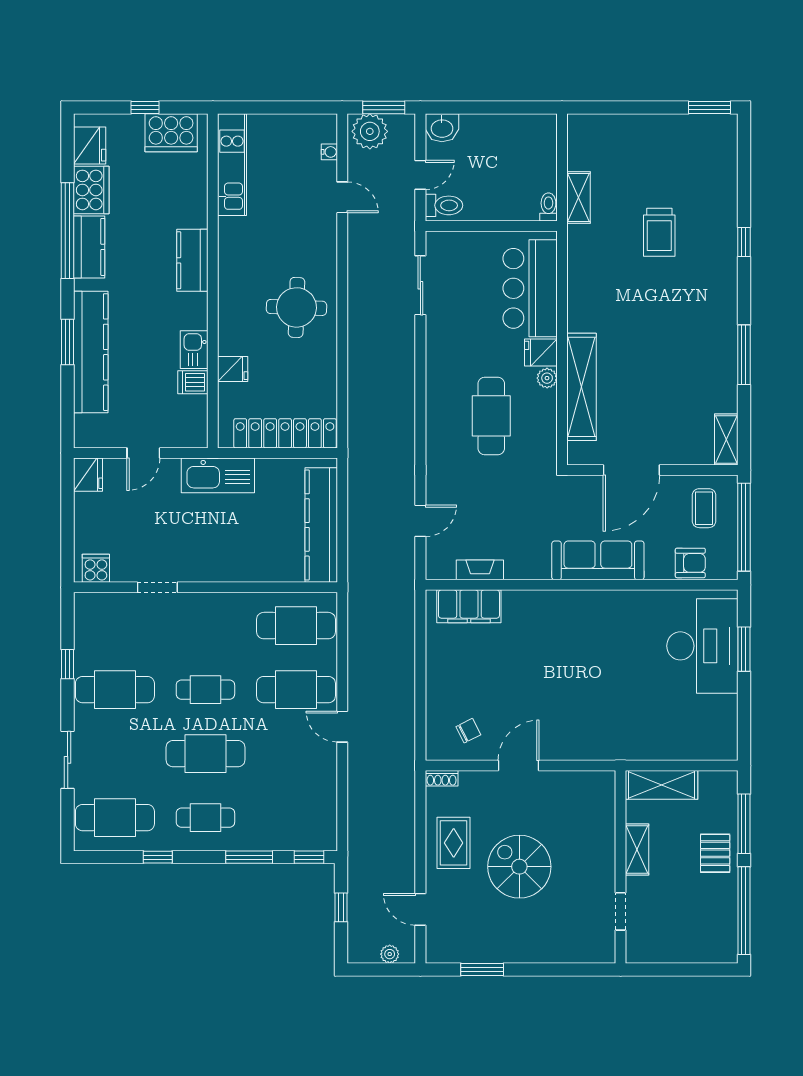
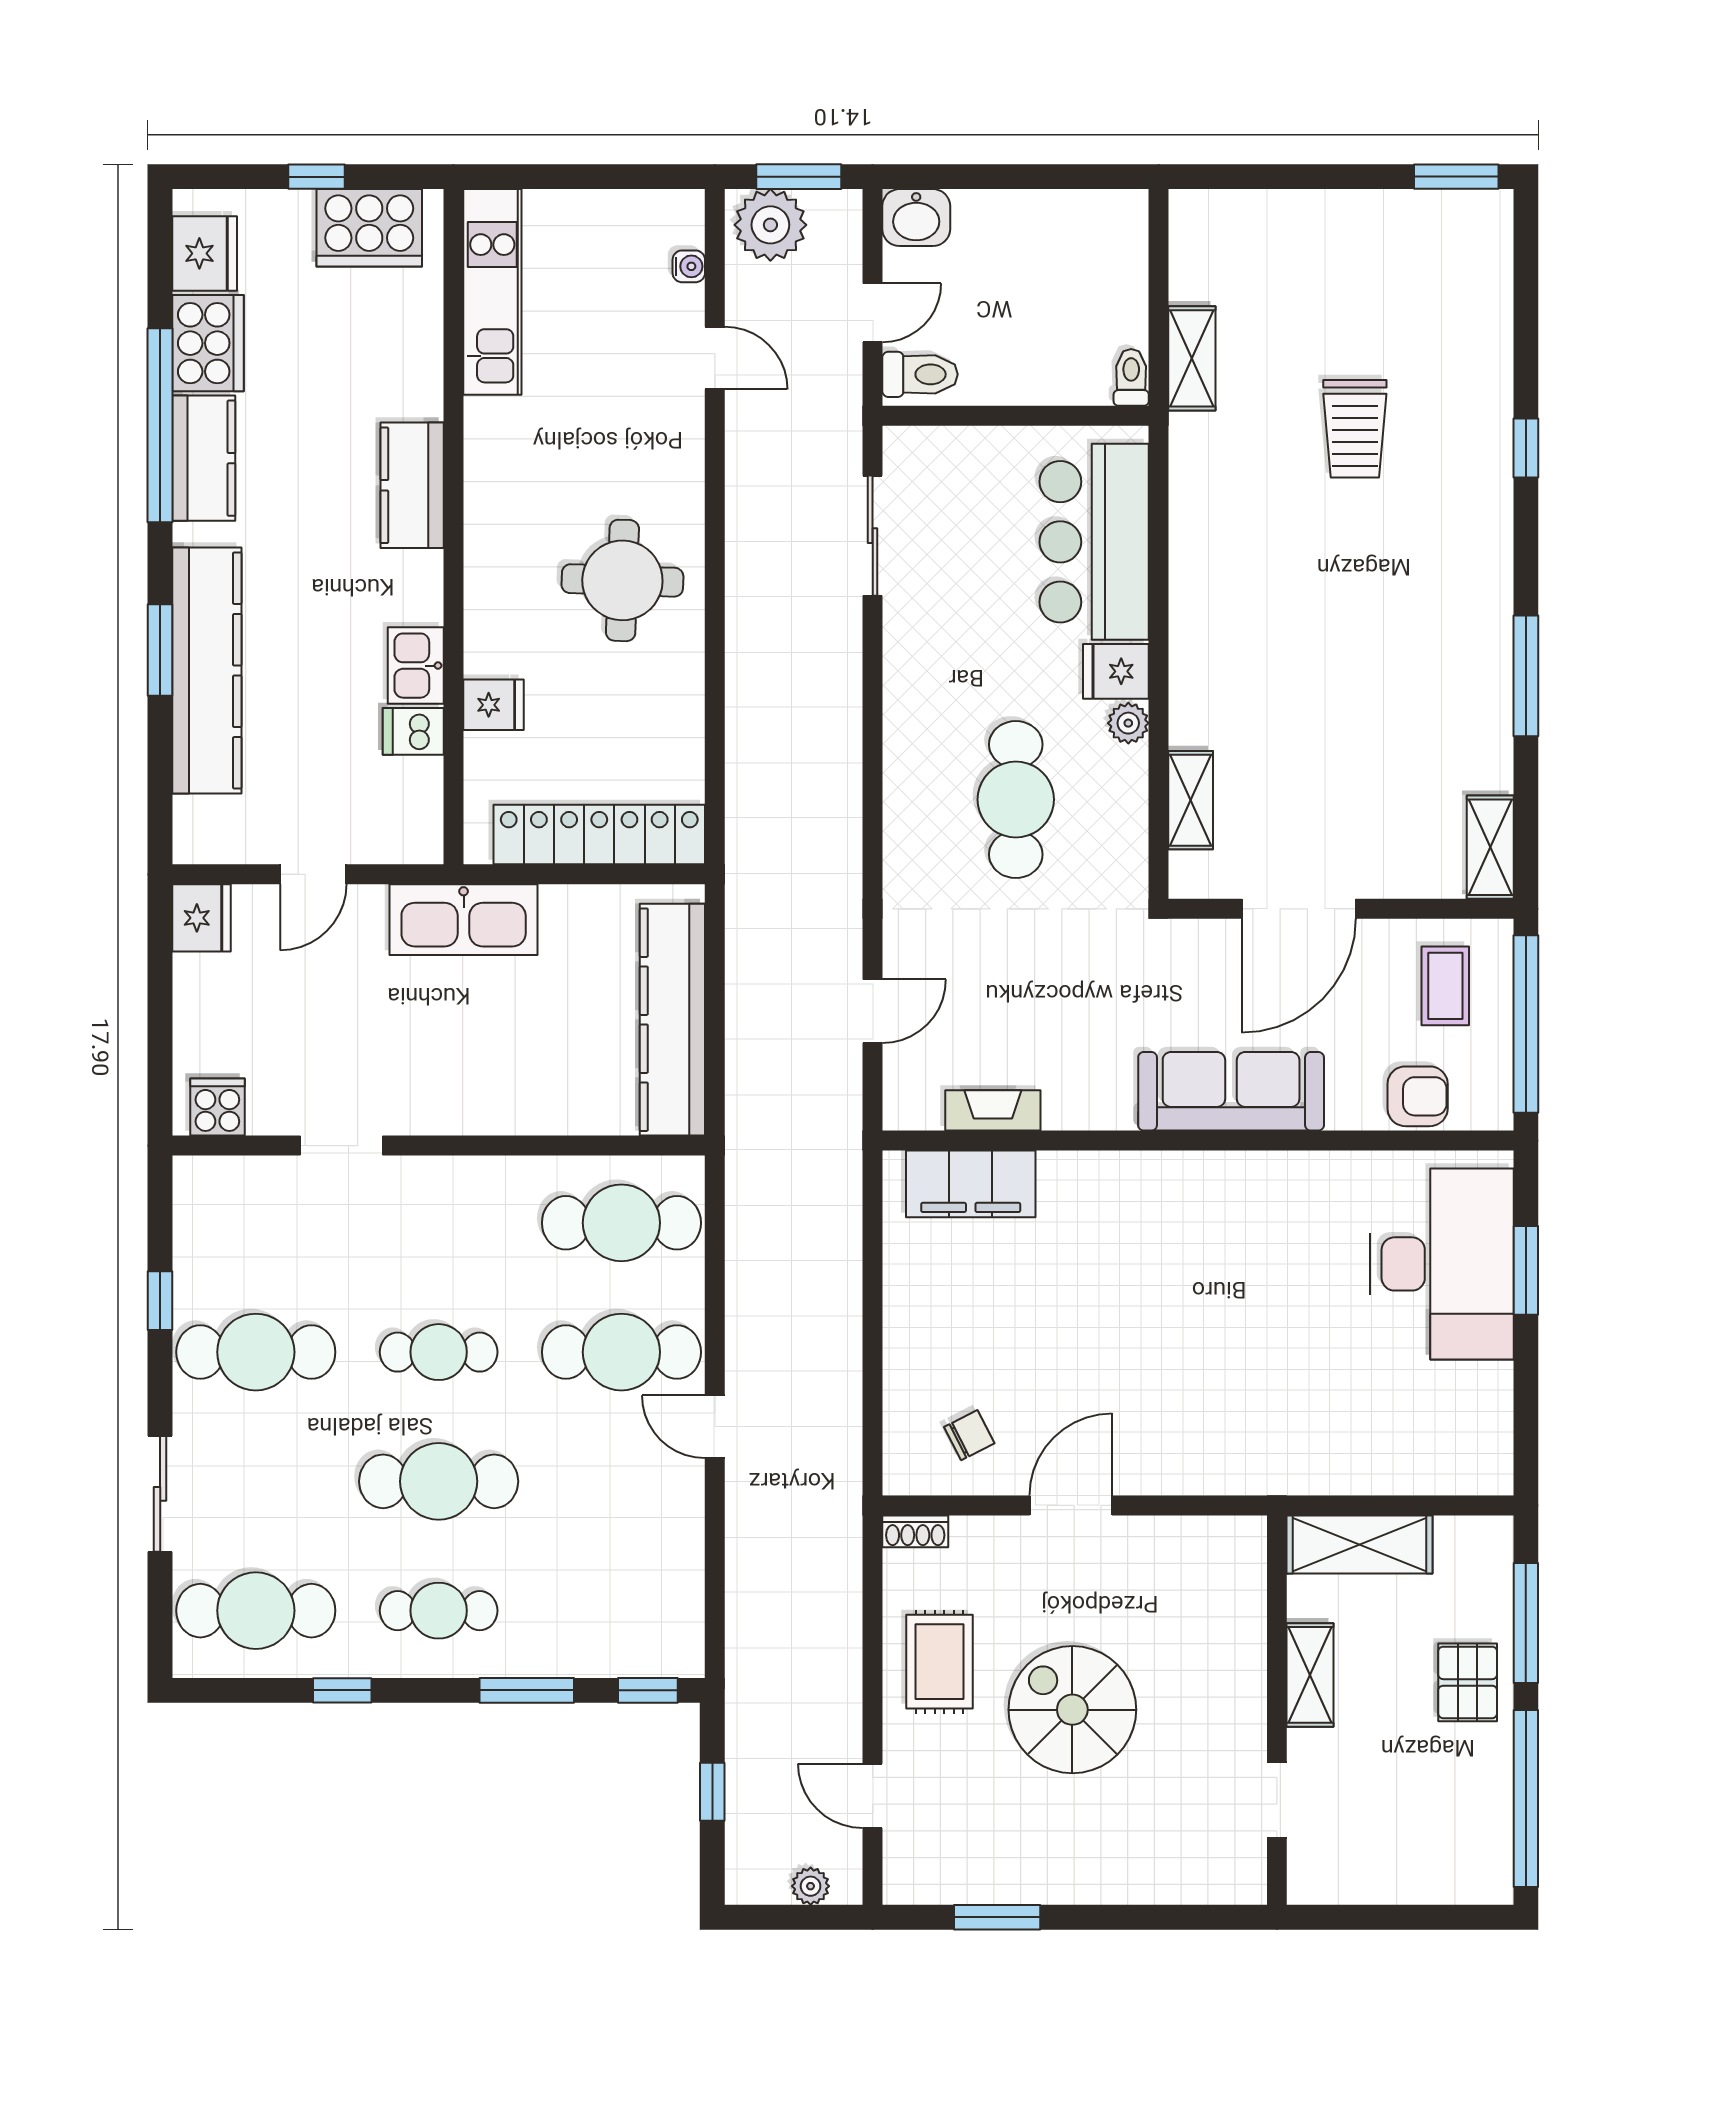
shelving: (582, 387) -> (1191, 800), width x0.45, depth x0.75

